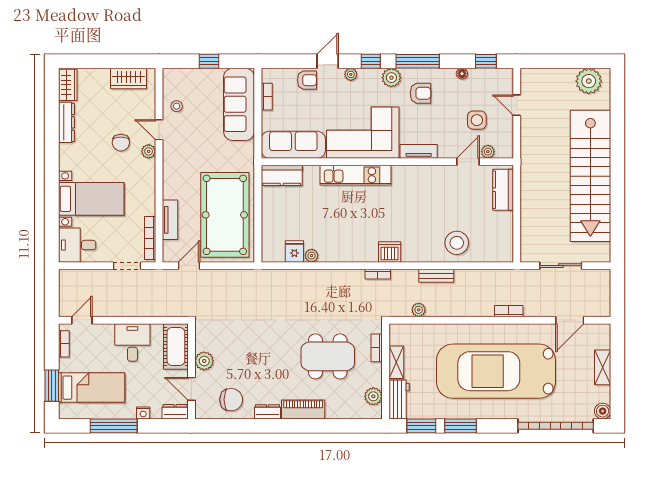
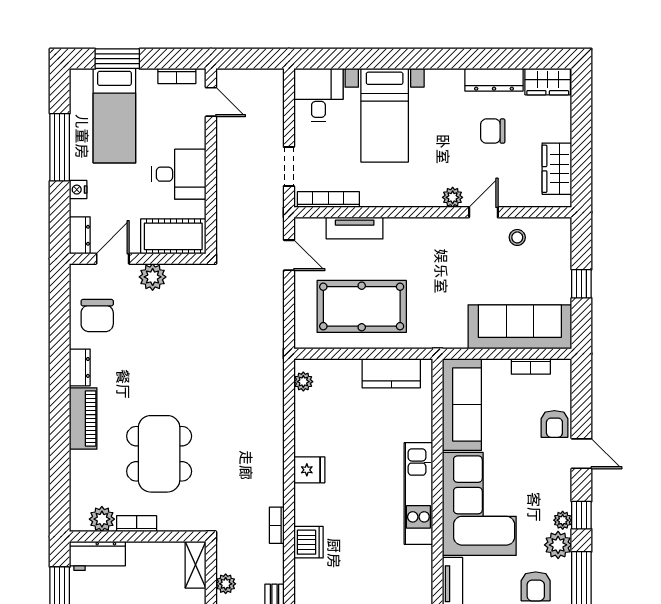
plant: (351, 74) -> (563, 520), moved
chair: (121, 143) -> (493, 131), moved
kitchen counter: (282, 175) -> (391, 373), moved, turned -90
pool table: (225, 215) -> (362, 306), width x0.73, depth x0.76
fridge: (294, 251) -> (309, 470), moved
plant: (312, 256) -> (303, 382), moved
bookcase: (377, 348) -> (137, 524), moved
shelving: (396, 362) -> (196, 565), moved, turned 90

